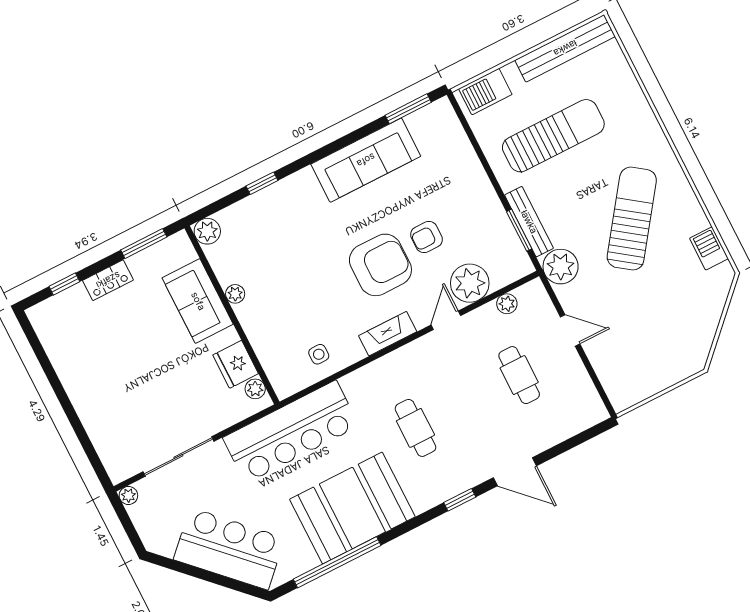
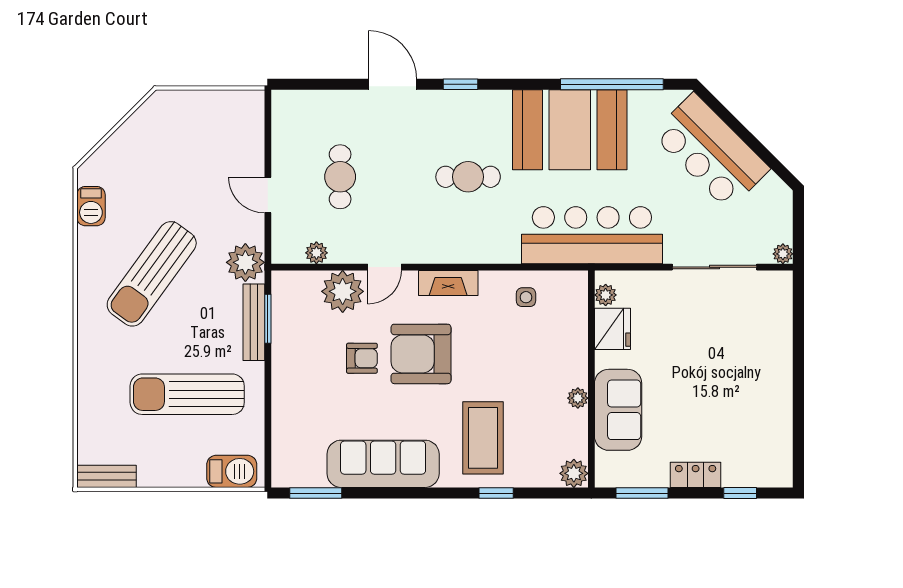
bench: (565, 48) -> (107, 476), width x0.54, depth x0.82
coffee table: (295, 222) -> (483, 438), added
cafe table: (415, 428) -> (468, 177), turned 90

